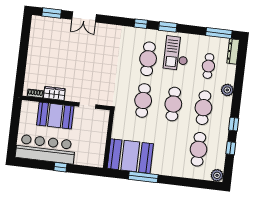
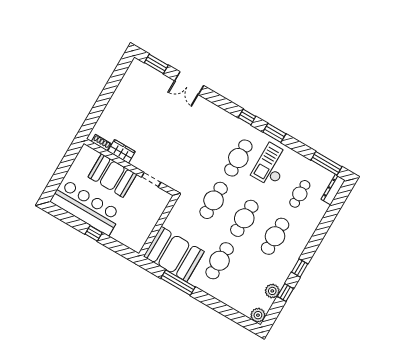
plant: (227, 90) -> (272, 291), moved
cafe table: (199, 149) -> (220, 261), moved

